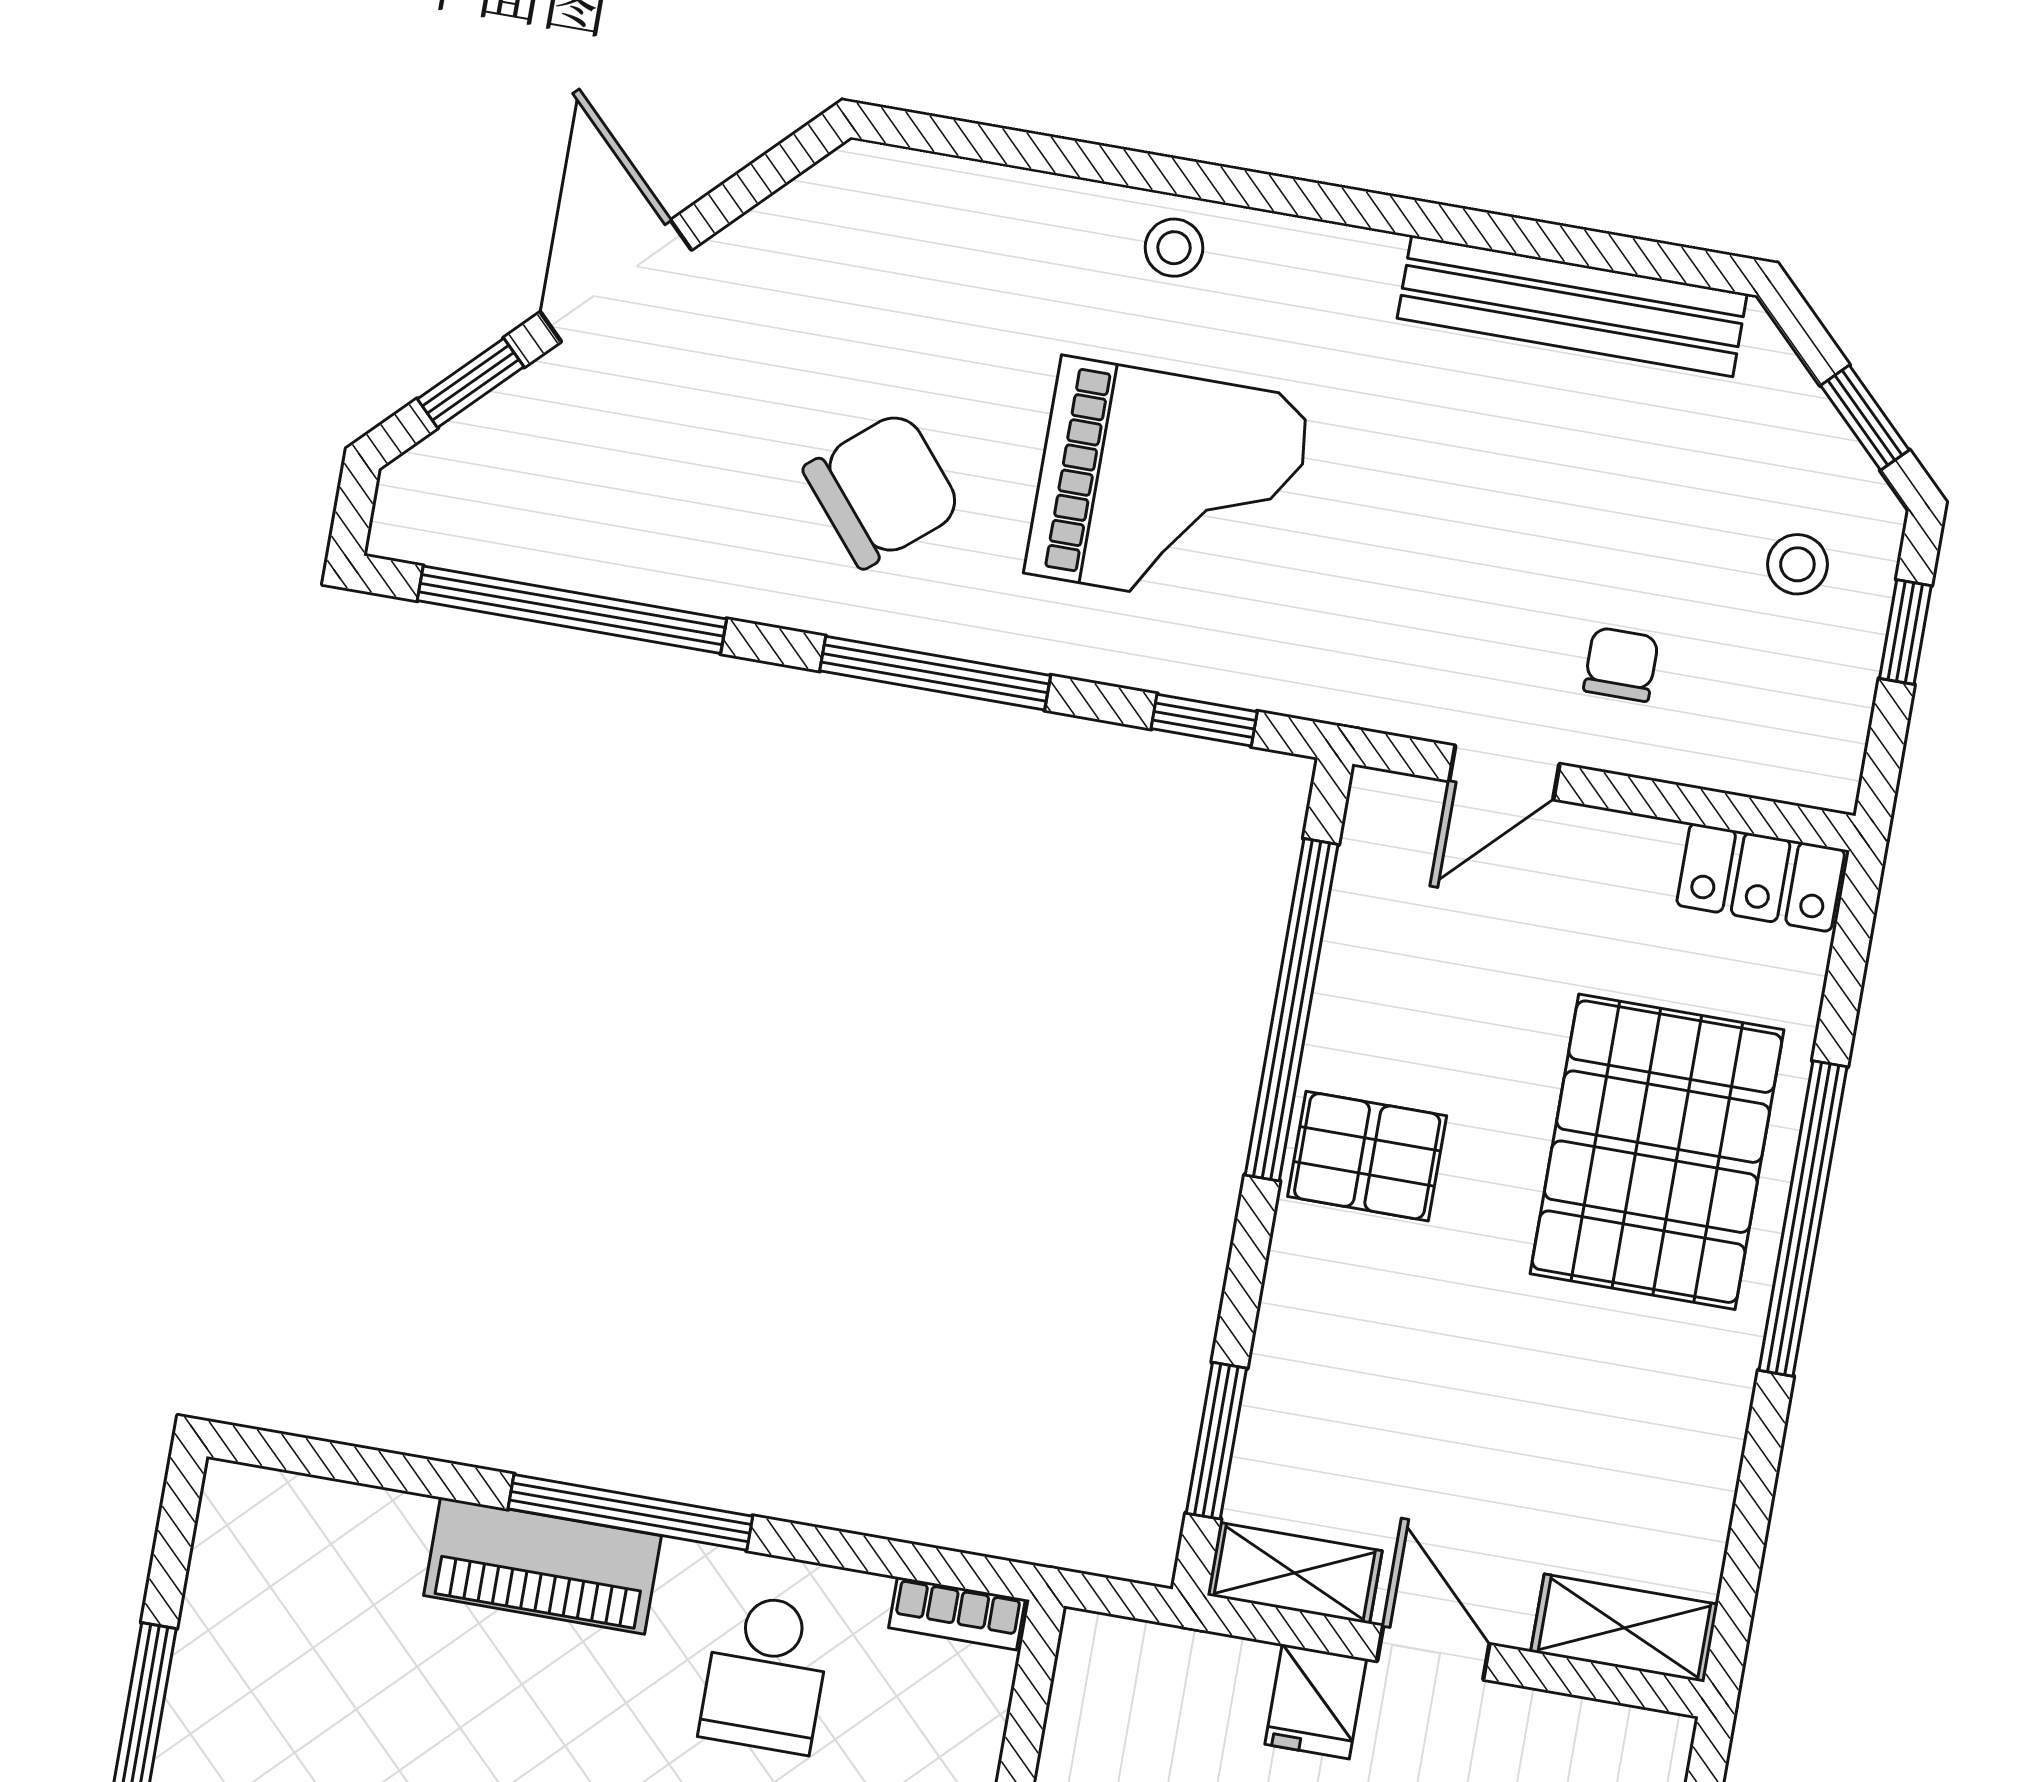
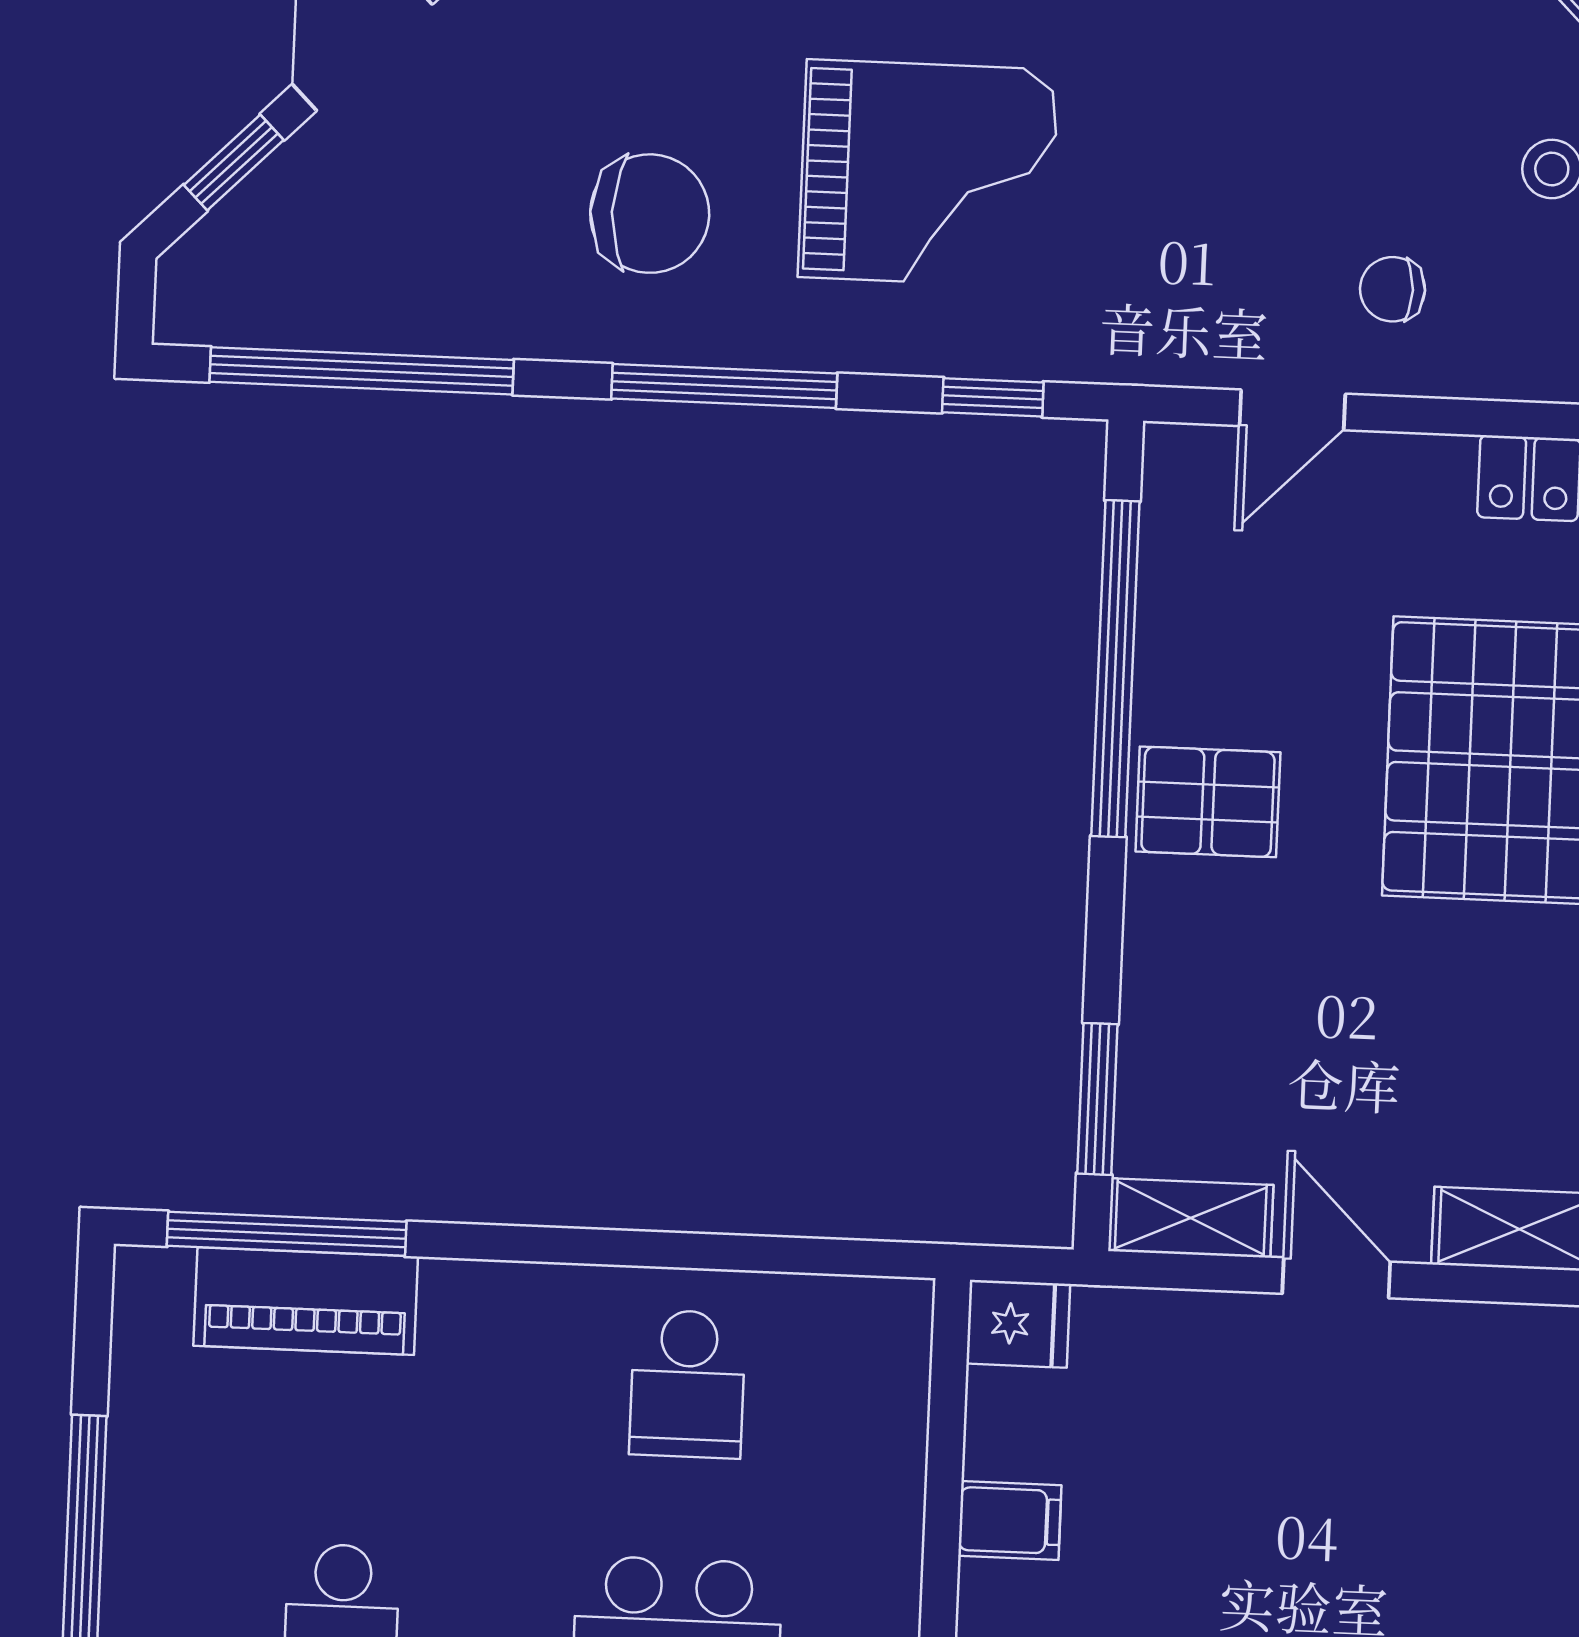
chair: (883, 490) -> (650, 214), turned 40
chair: (1621, 664) -> (1392, 289), turned -90
window: (630, 1512) -> (287, 1234), moved
piano: (543, 1566) -> (306, 1301), moved
bookcase: (957, 1613) -> (866, 1301), removed
fridge: (1316, 1702) -> (1018, 1324), moved, turned -90

